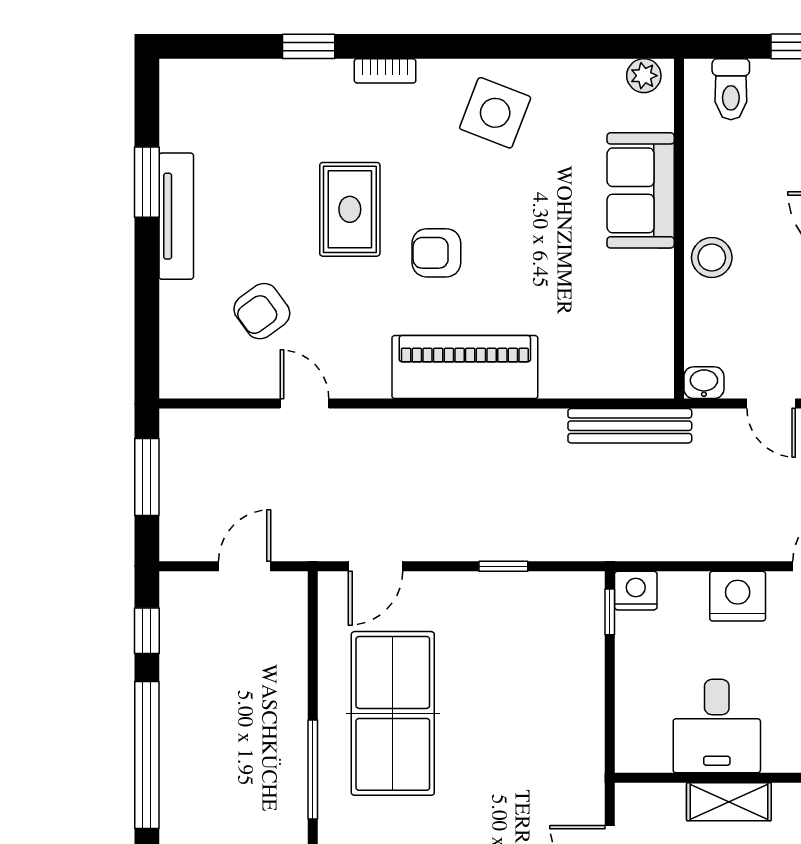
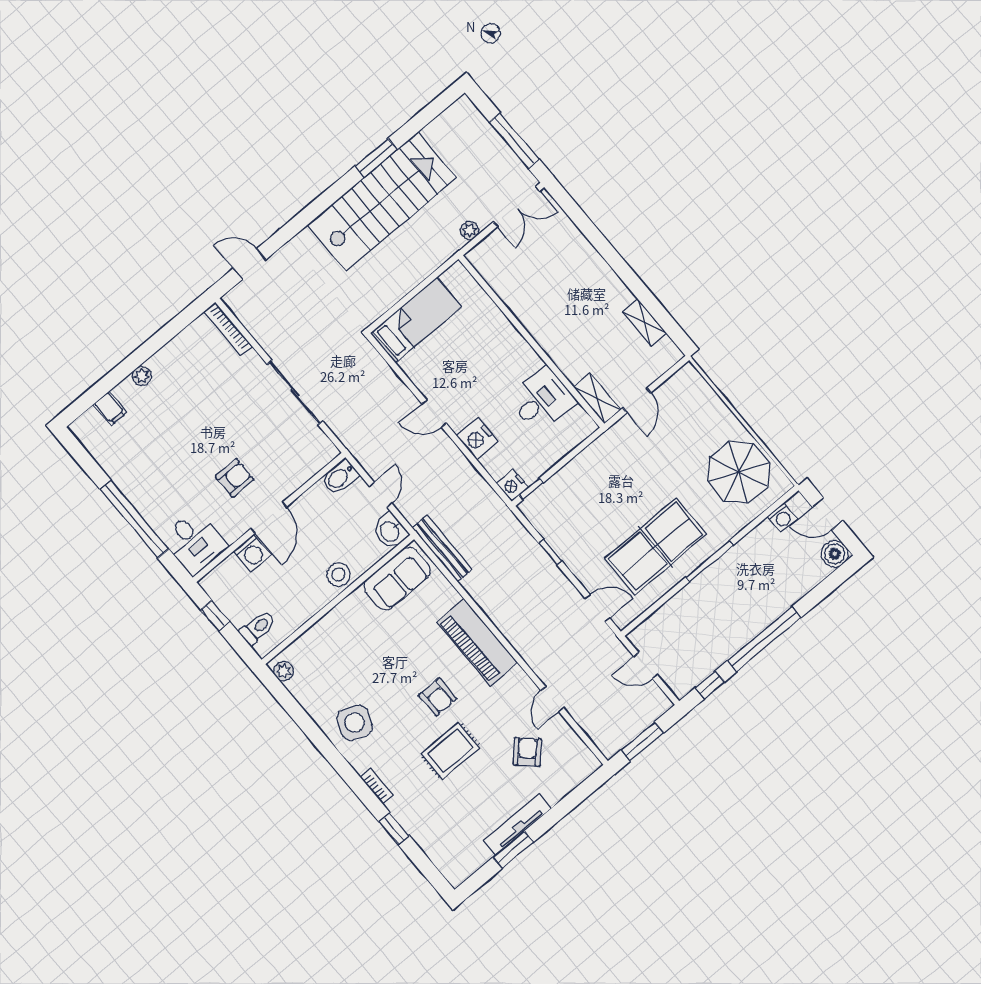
sofa: (641, 190) -> (397, 578), moved
armchair: (262, 311) -> (527, 752), turned -100
washbasin: (704, 383) -> (390, 531), width x1.38, depth x1.45
shelving: (729, 802) -> (597, 398), moved

